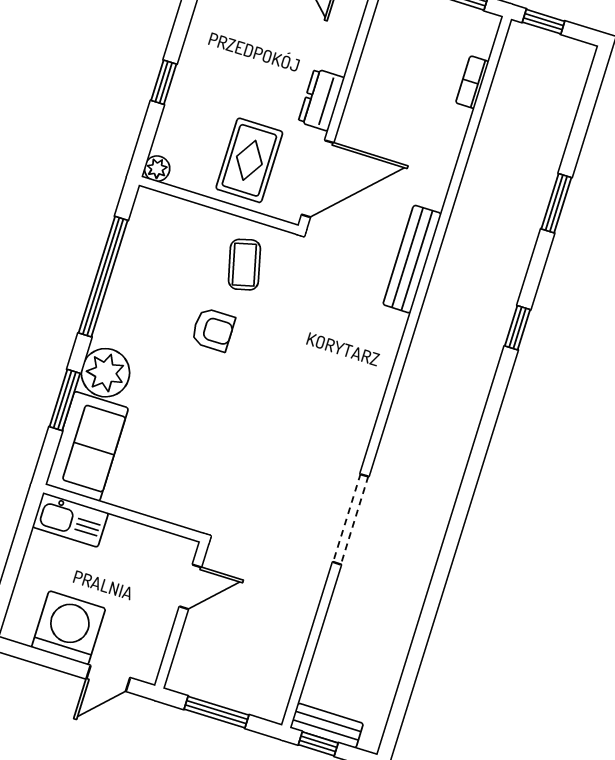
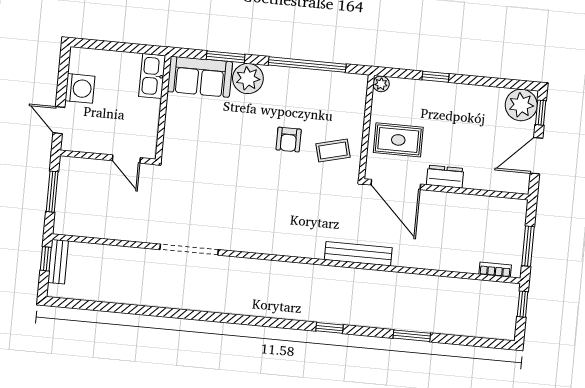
bookcase: (472, 82) -> (495, 270), moved
washing machine: (69, 628) -> (80, 88), width x0.73, depth x0.73

